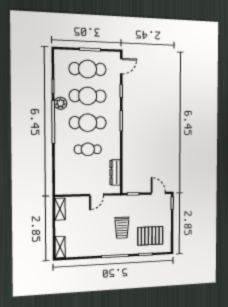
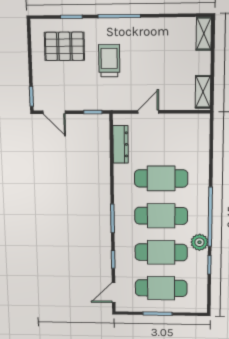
cafe table: (88, 149) -> (161, 178), width x1.37, depth x1.35

